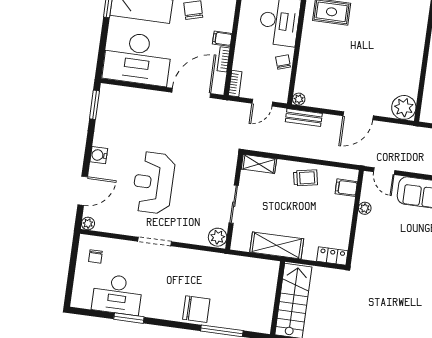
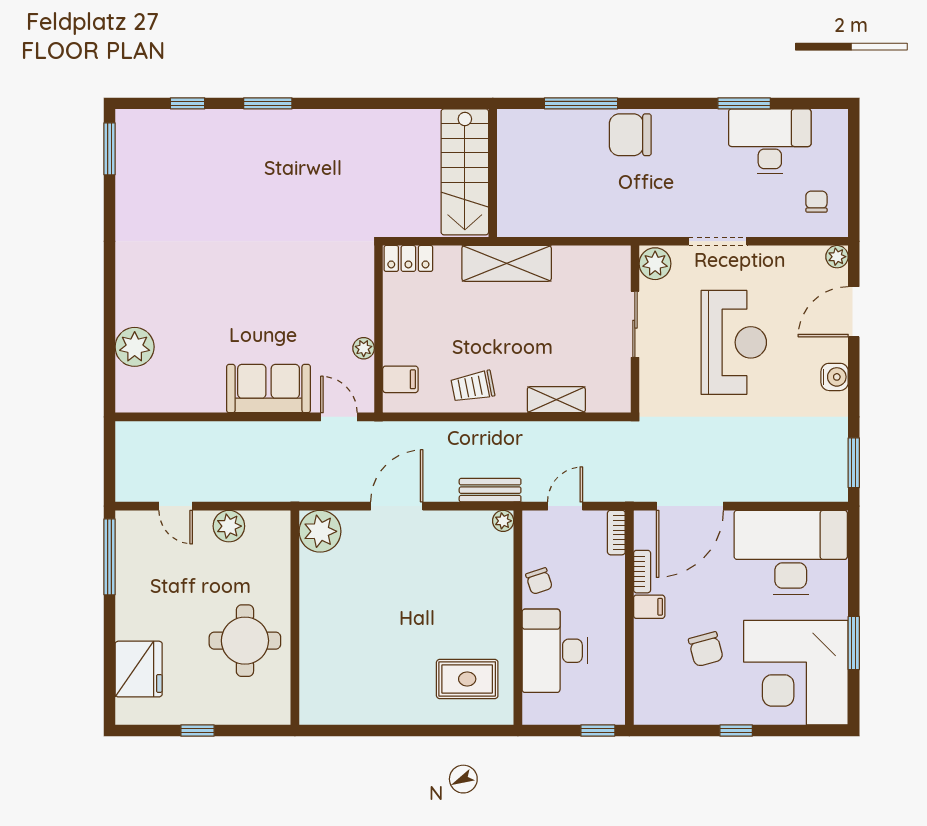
wall: (234, 201) -> (635, 329), moved
sliding door: (234, 204) -> (635, 324), moved
plant: (218, 237) -> (655, 264), moved

